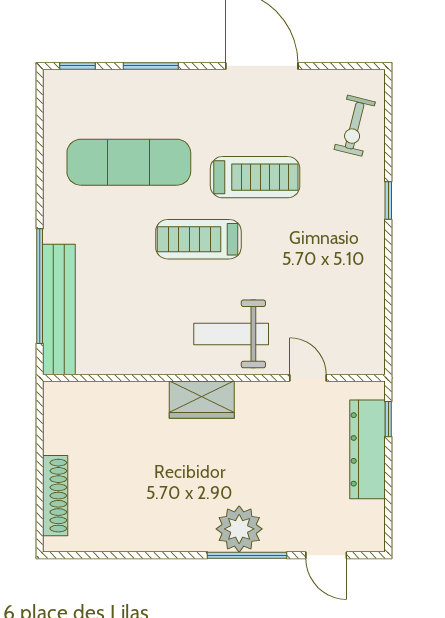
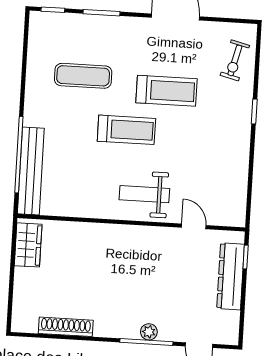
exercise mat: (129, 162) -> (83, 76), width x0.73, depth x0.69
treadmill: (198, 239) -> (126, 130), turned 180
wardrobe: (202, 400) -> (28, 245), moved, turned -90
shoe rack: (55, 496) -> (66, 327), moved, turned -90
plant: (239, 529) -> (149, 332), width x0.53, depth x0.53

